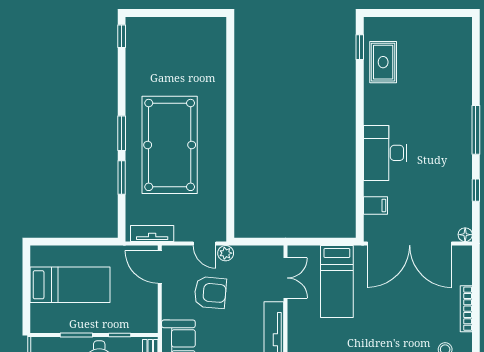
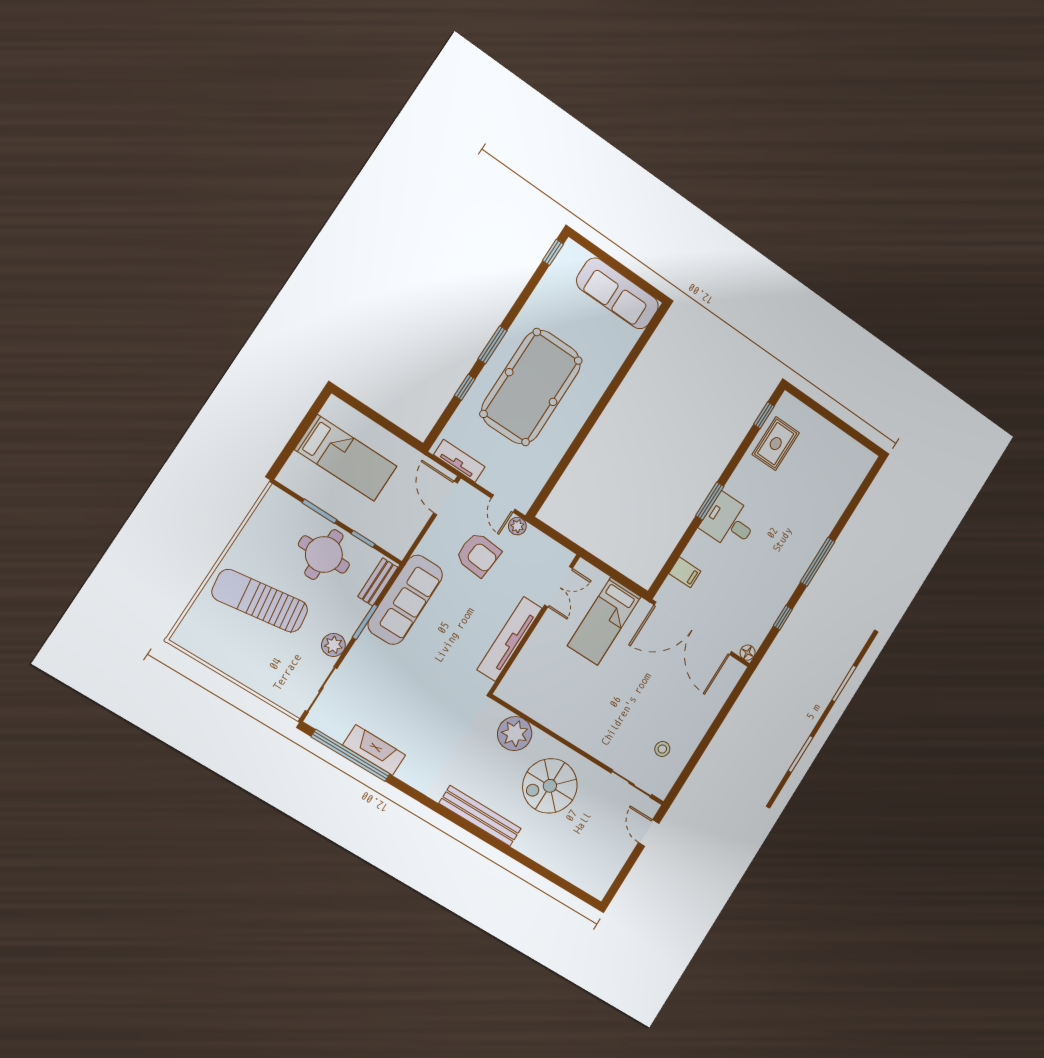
sofa: (189, 33) -> (618, 293), added
window: (360, 139) -> (710, 501), added
desk: (385, 153) -> (729, 522), width x0.73
window: (122, 178) -> (465, 387), width x0.67
bookcase: (466, 309) -> (705, 723), removed

